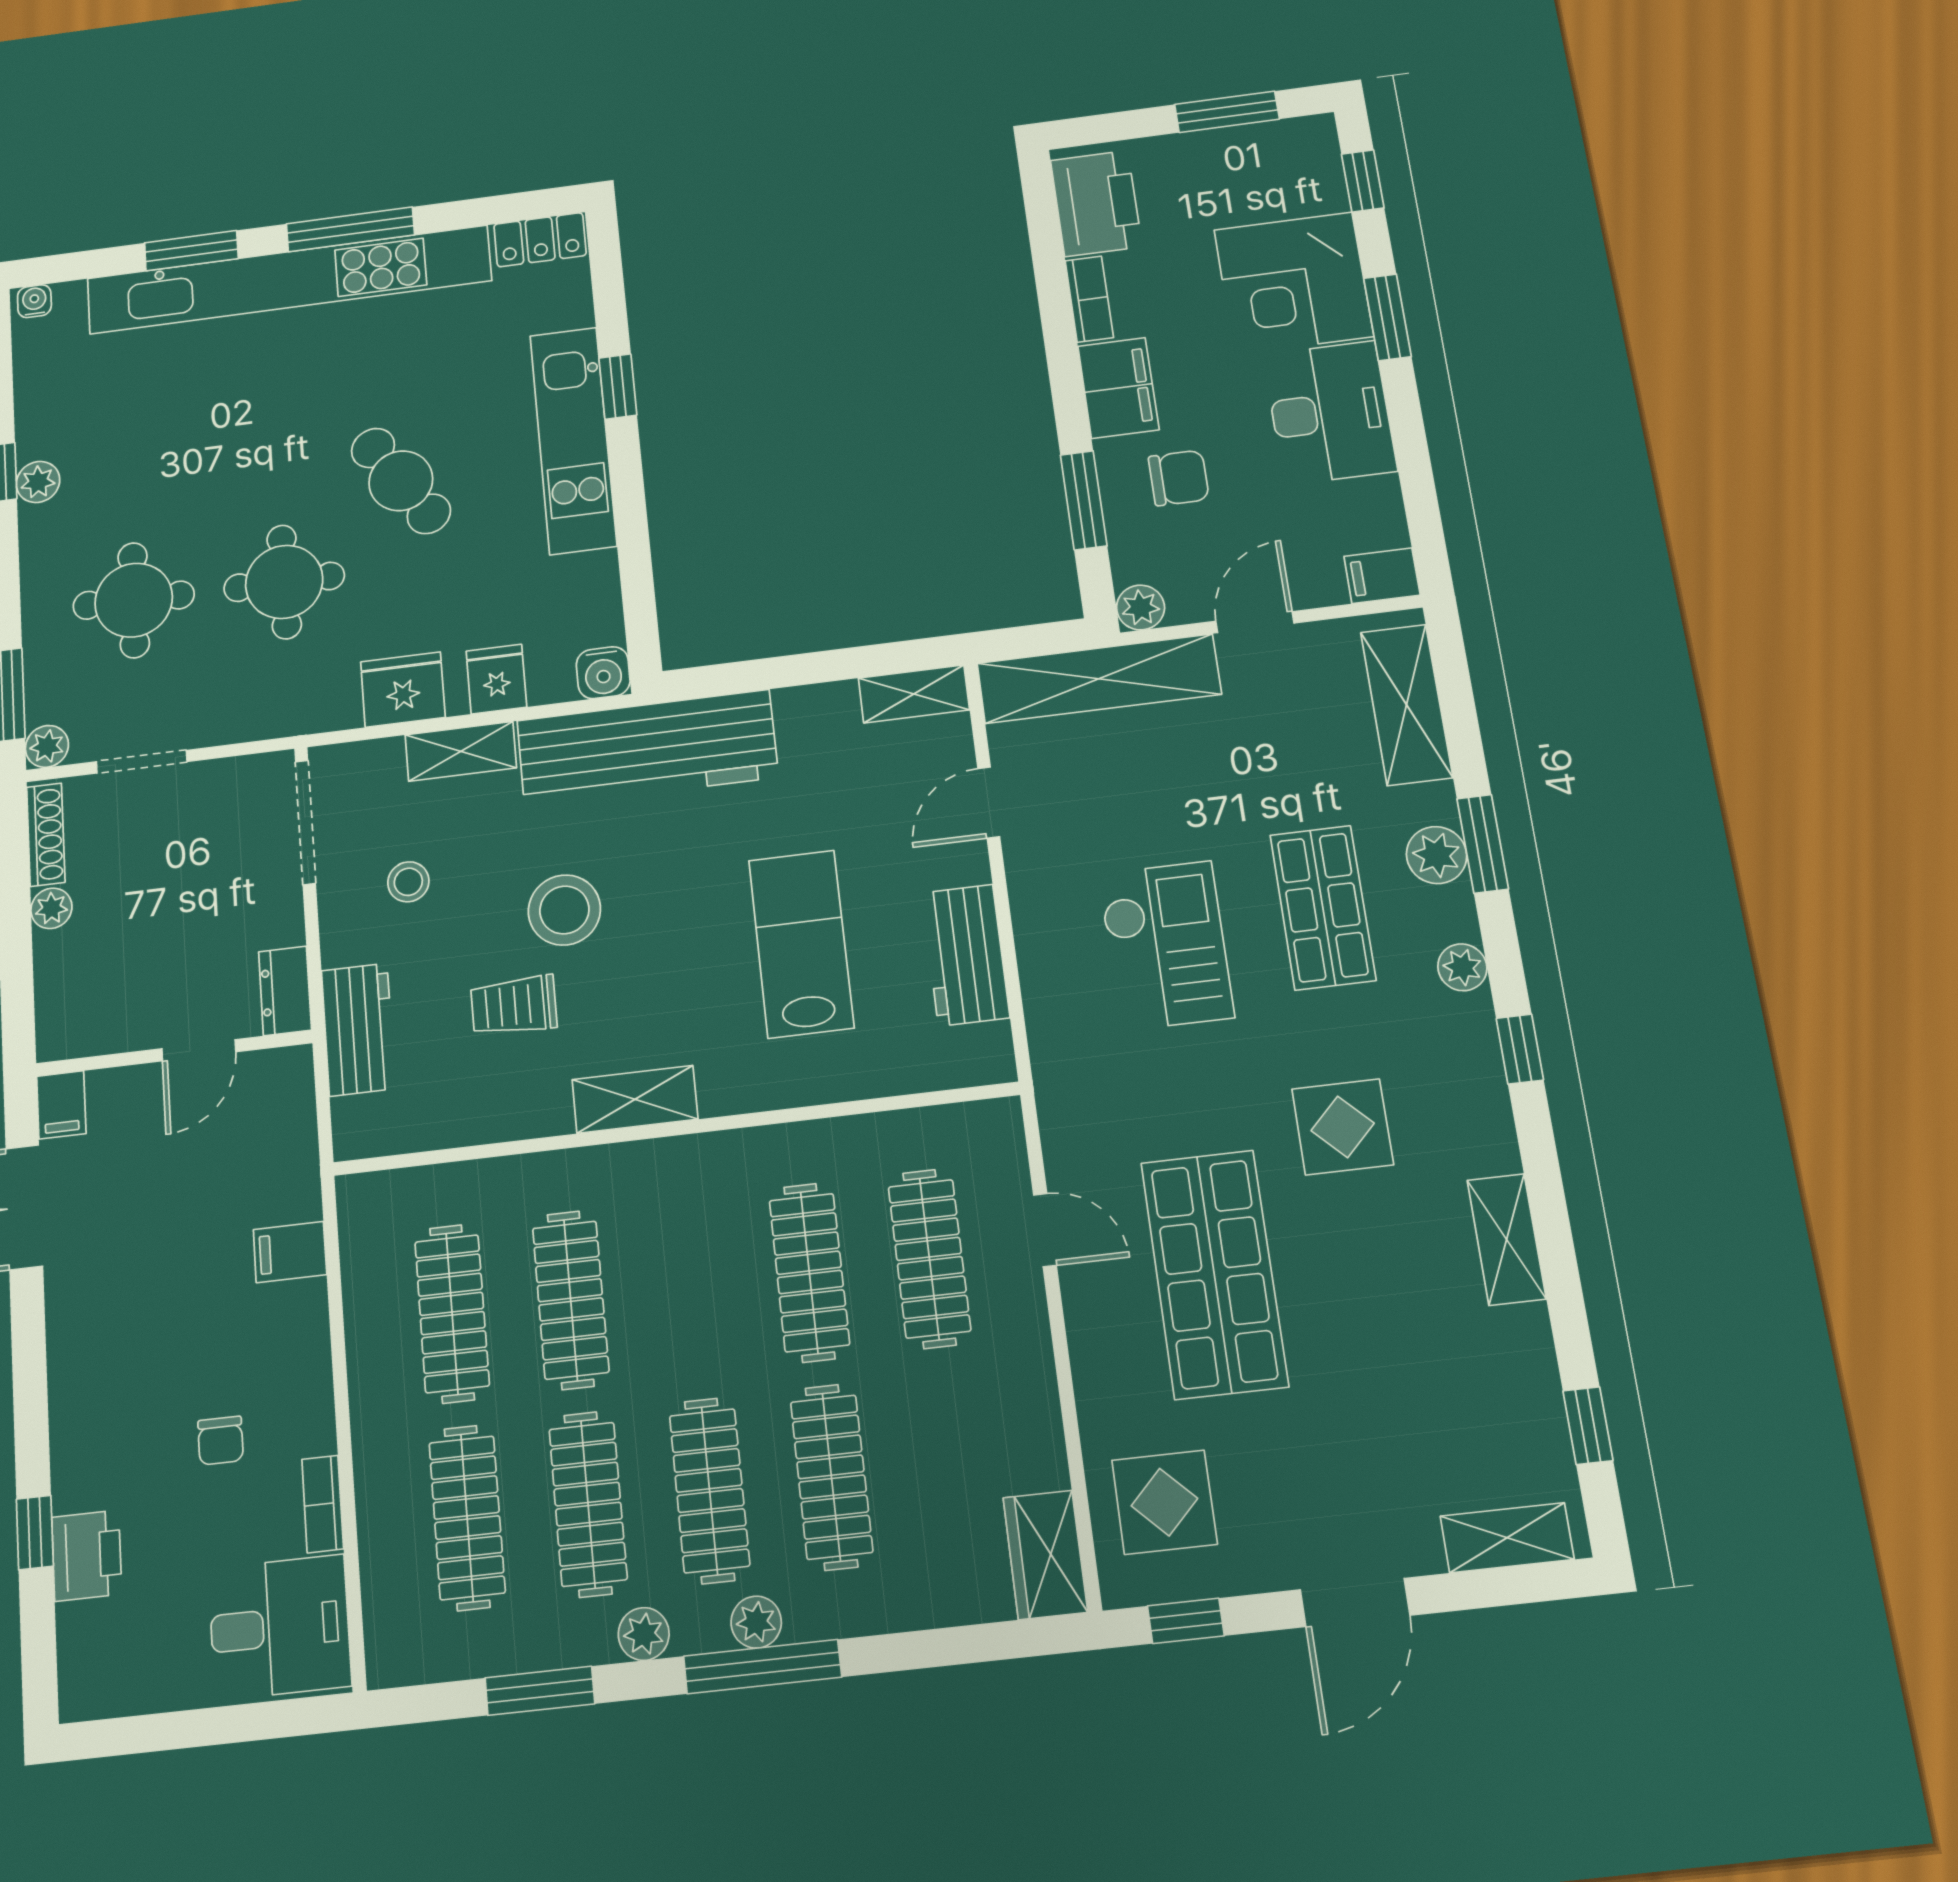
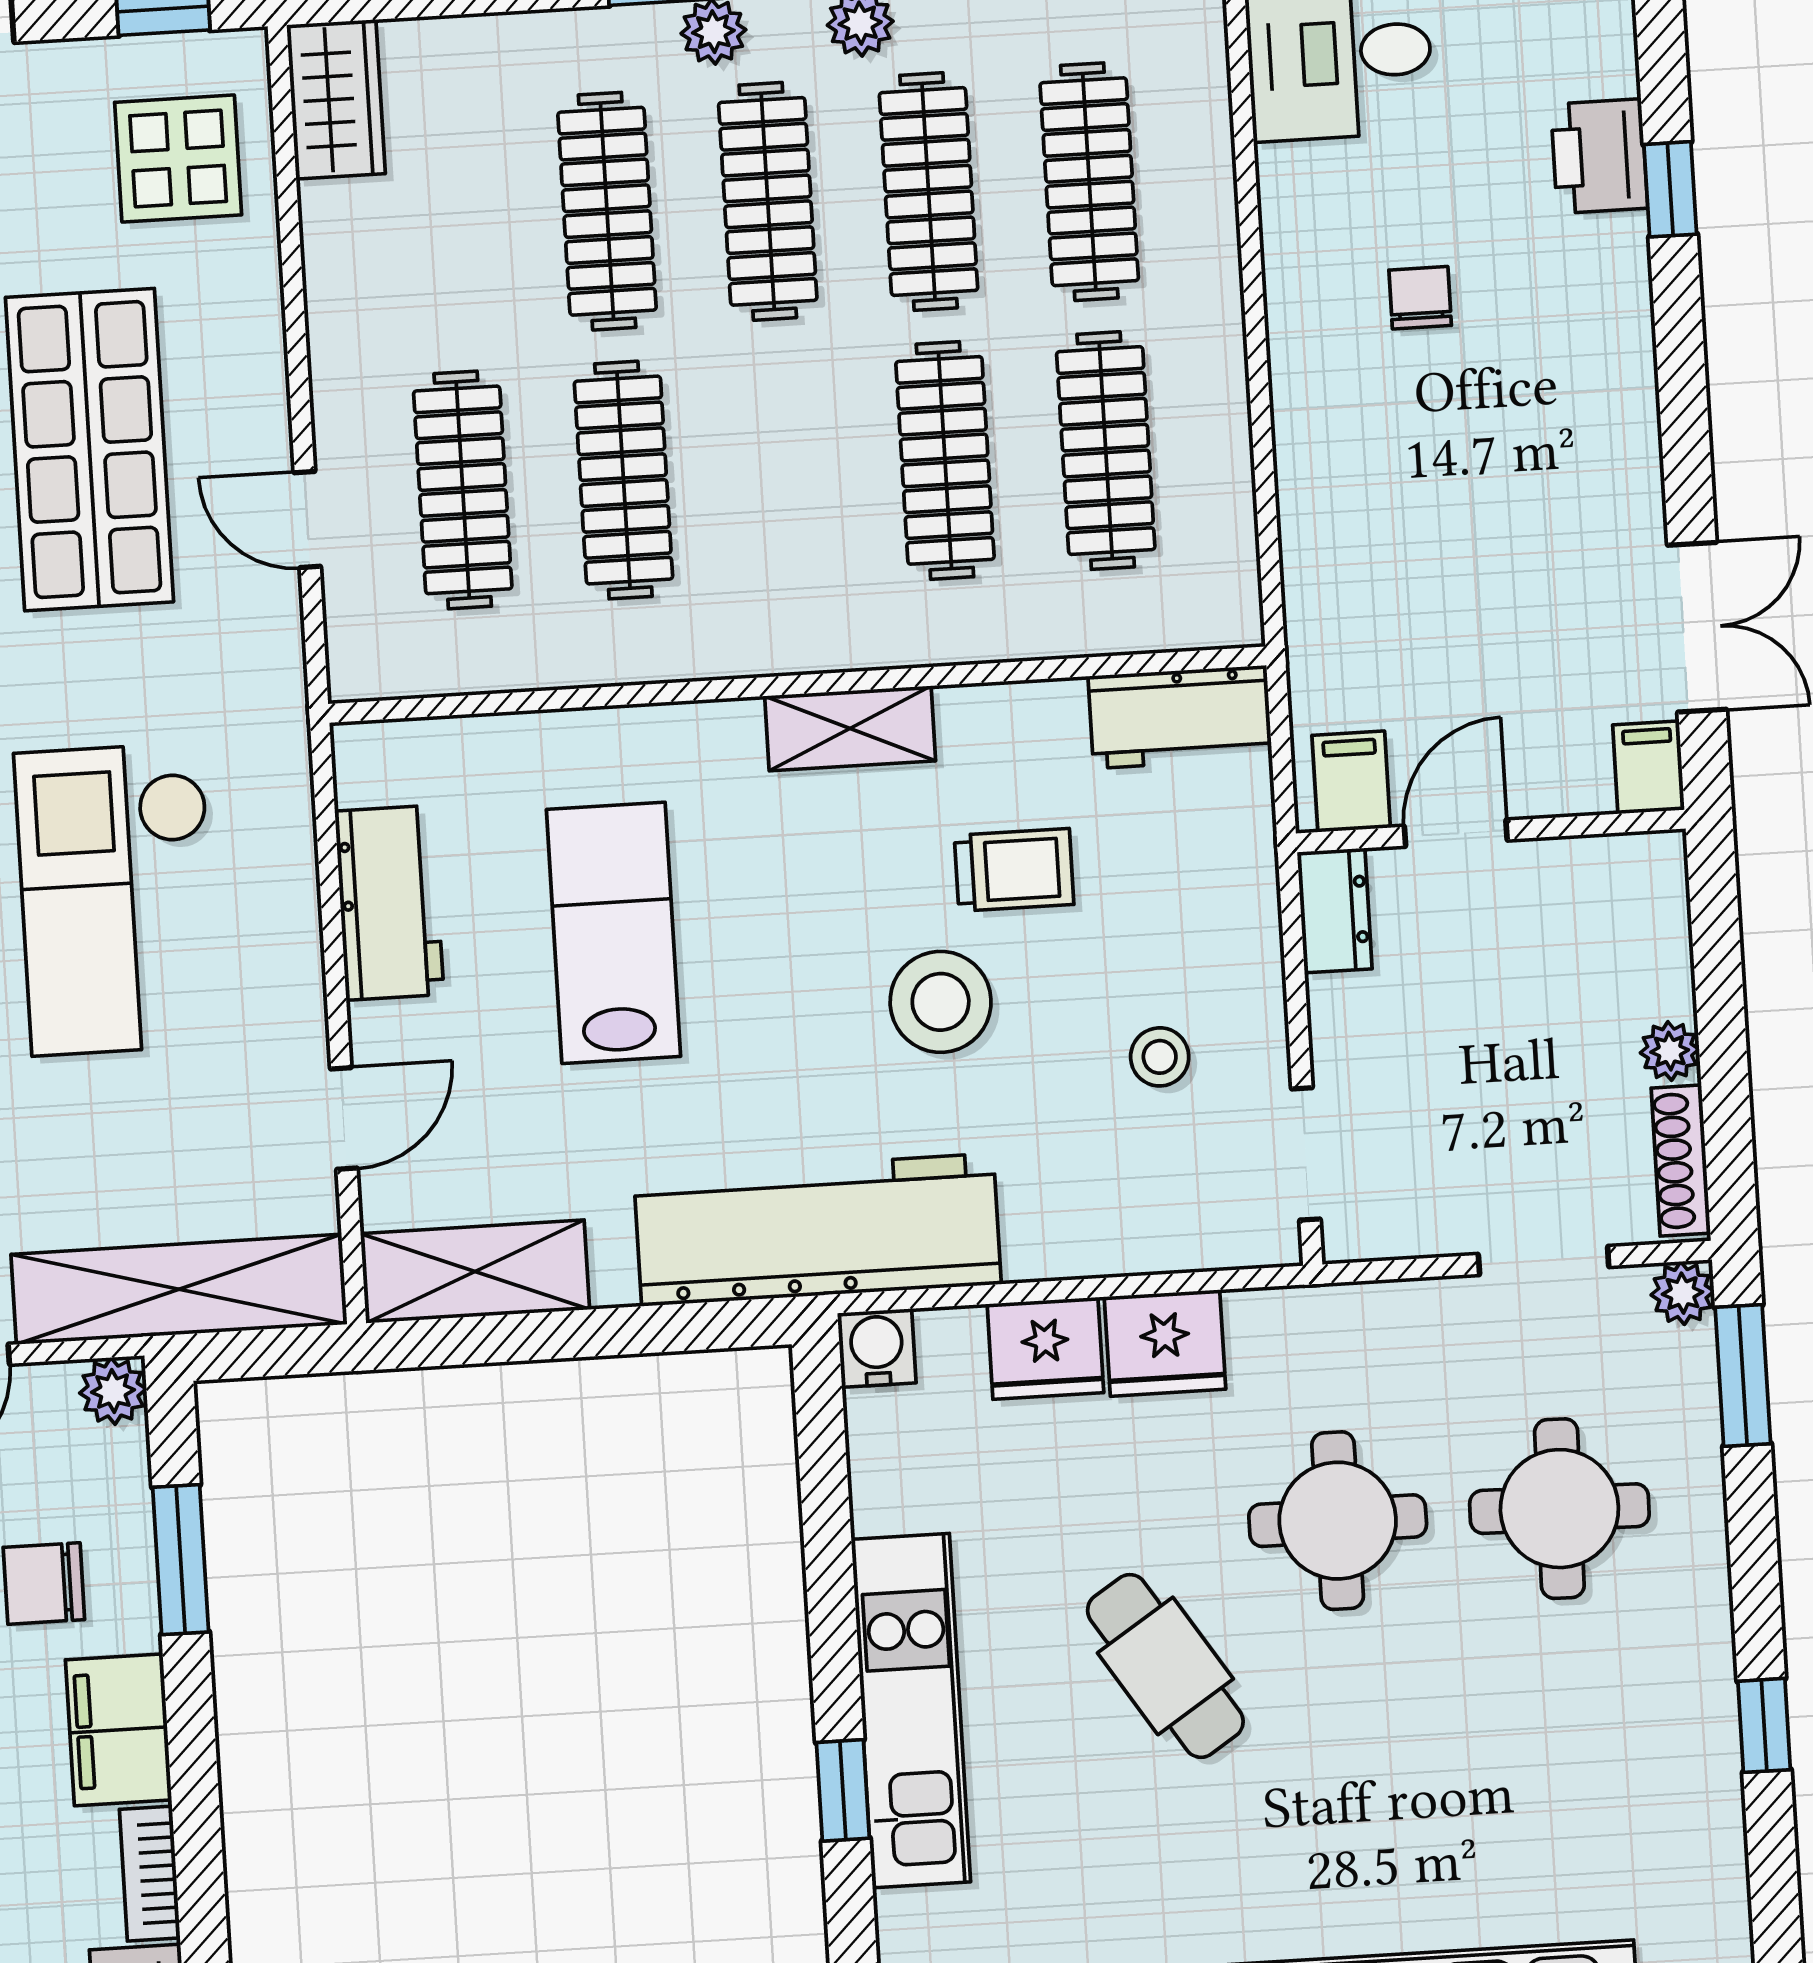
plant: (38, 482) -> (1707, 1706), removed
fridge: (496, 679) -> (1045, 1348), width x1.38
shelving: (914, 694) -> (475, 1271), width x1.50, depth x1.33
shelving: (461, 751) -> (1083, 1244), removed
doorway: (305, 822) -> (1306, 1154), width x0.73
lab bench: (801, 944) -> (614, 933), turned 180
checkout: (1166, 945) -> (117, 899), width x1.36, depth x1.21
workbench: (358, 1029) -> (1180, 717), moved, turned -90
filing cabinet: (290, 1252) -> (1351, 782), moved, turned -90
bookcase: (323, 1504) -> (1282, 208), removed

